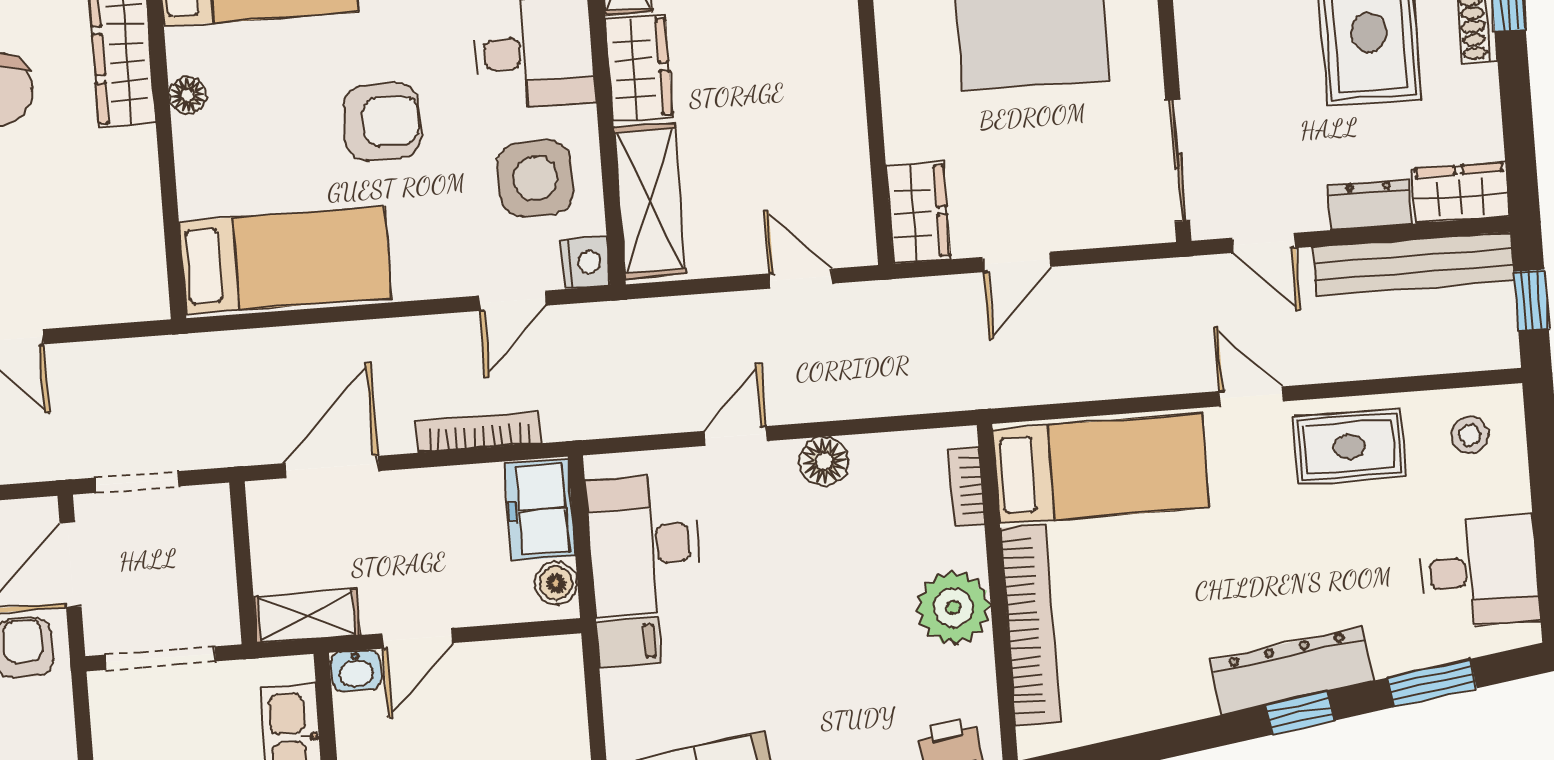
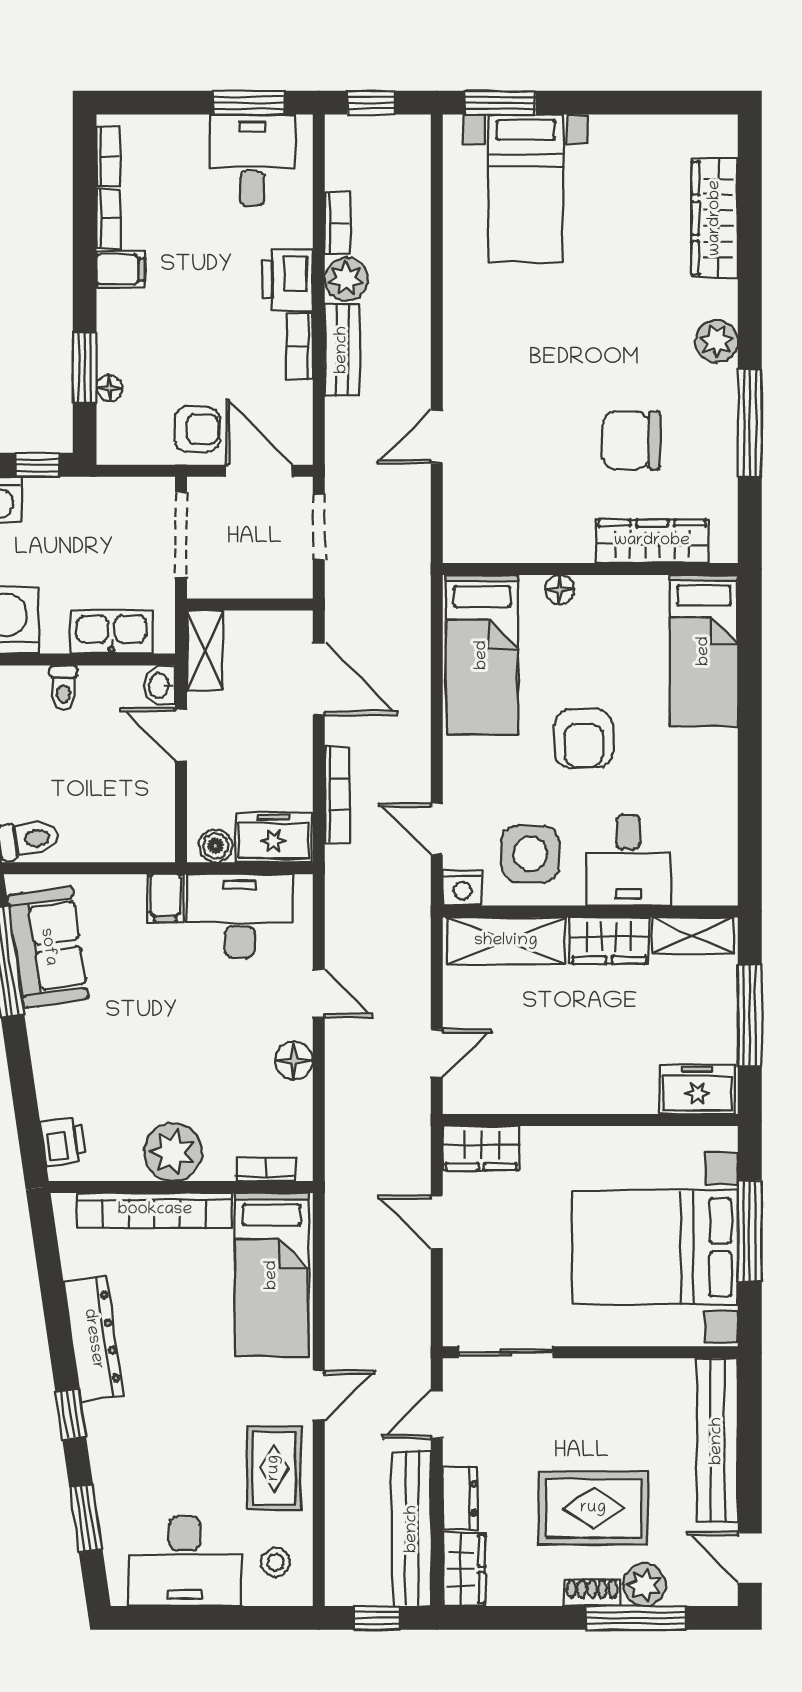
floor lamp: (188, 95) -> (560, 589), moved
desk: (1479, 572) -> (185, 1561), width x1.37
dresser: (1291, 671) -> (93, 1339), moved

